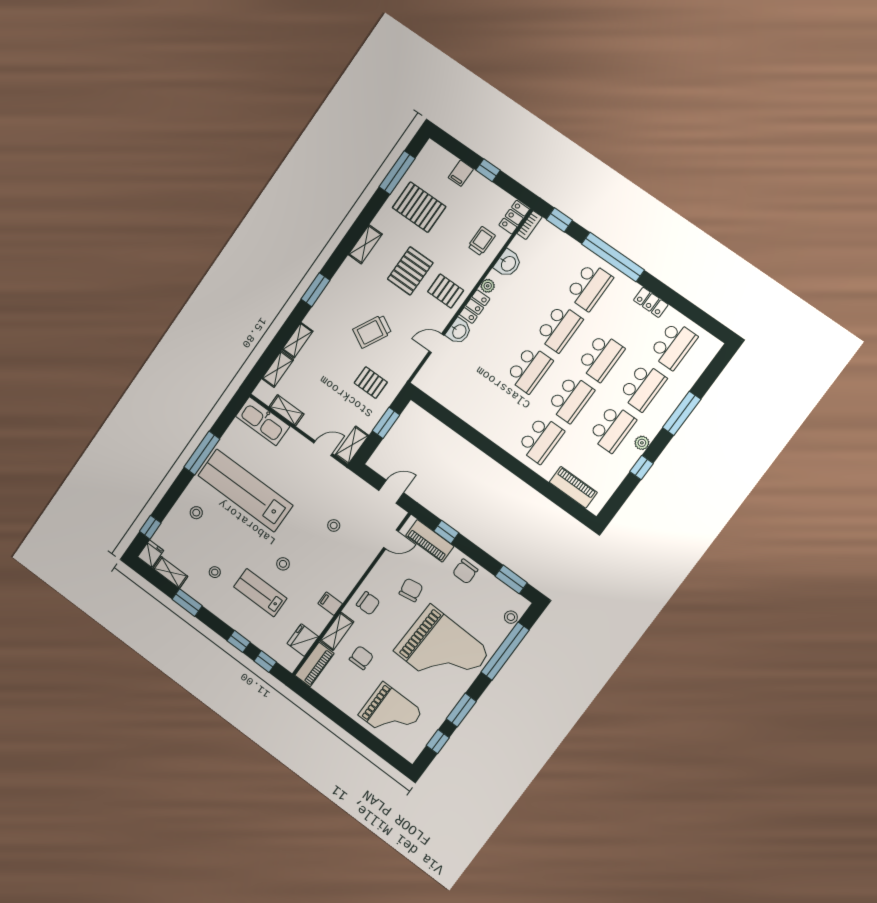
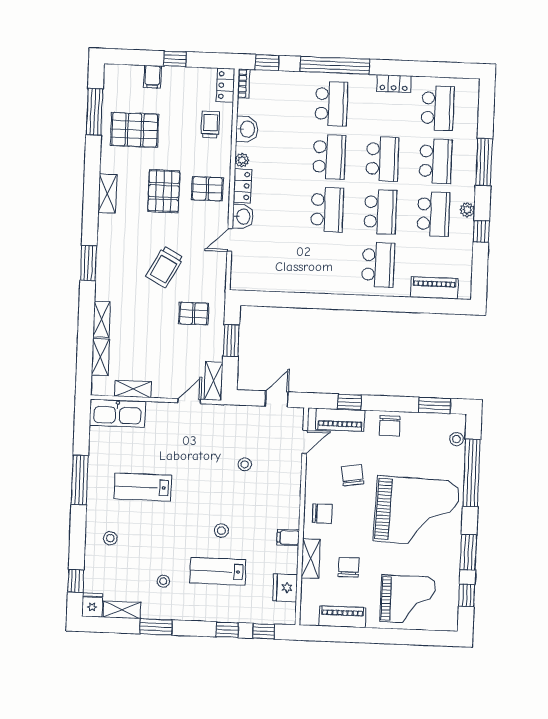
lab bench: (245, 490) -> (143, 487), width x0.54, depth x0.72
piano: (314, 664) -> (342, 617), moved, turned -90

